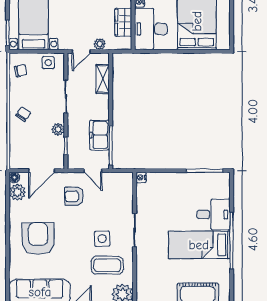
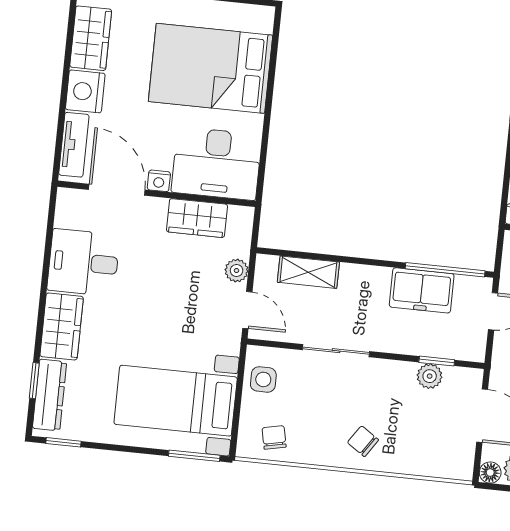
plant: (58, 129) -> (430, 376), moved

